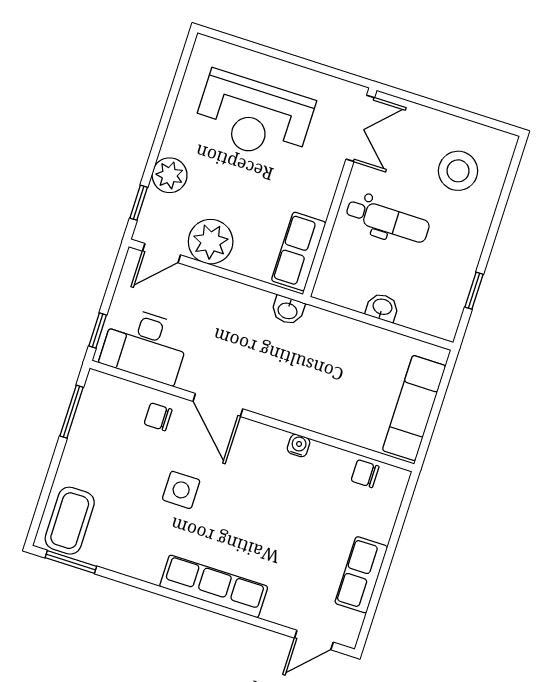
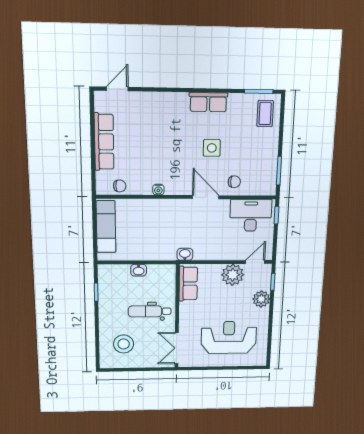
coffee table: (70, 521) -> (265, 114), width x0.73, depth x0.77
row of seats: (361, 575) -> (104, 142), width x1.48
row of seats: (214, 586) -> (208, 102), moved, width x0.68

